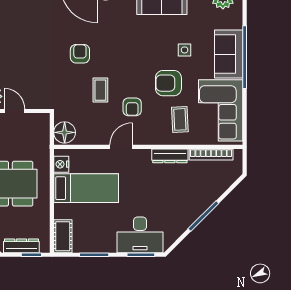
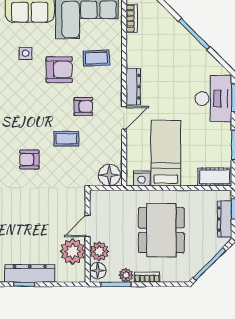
armchair: (168, 83) -> (59, 70), turned -90
door: (121, 147) -> (124, 118), swing flipped
bookcase: (211, 154) -> (132, 18), width x0.64
dresser: (170, 156) -> (133, 87), moved

